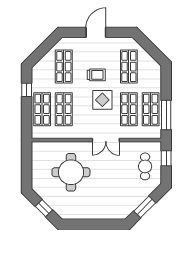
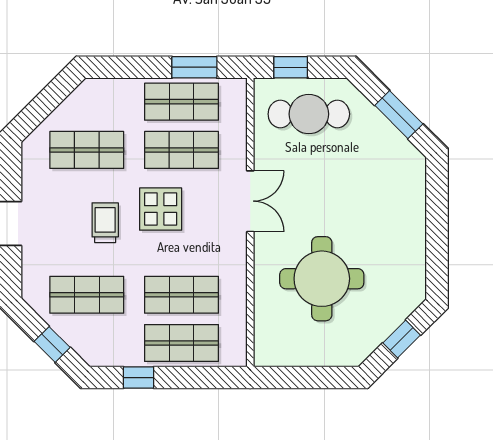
window: (41, 51) -> (52, 344), added
window: (166, 115) -> (194, 67), width x0.69
cafe table: (145, 166) -> (309, 114), width x1.37, depth x1.35

